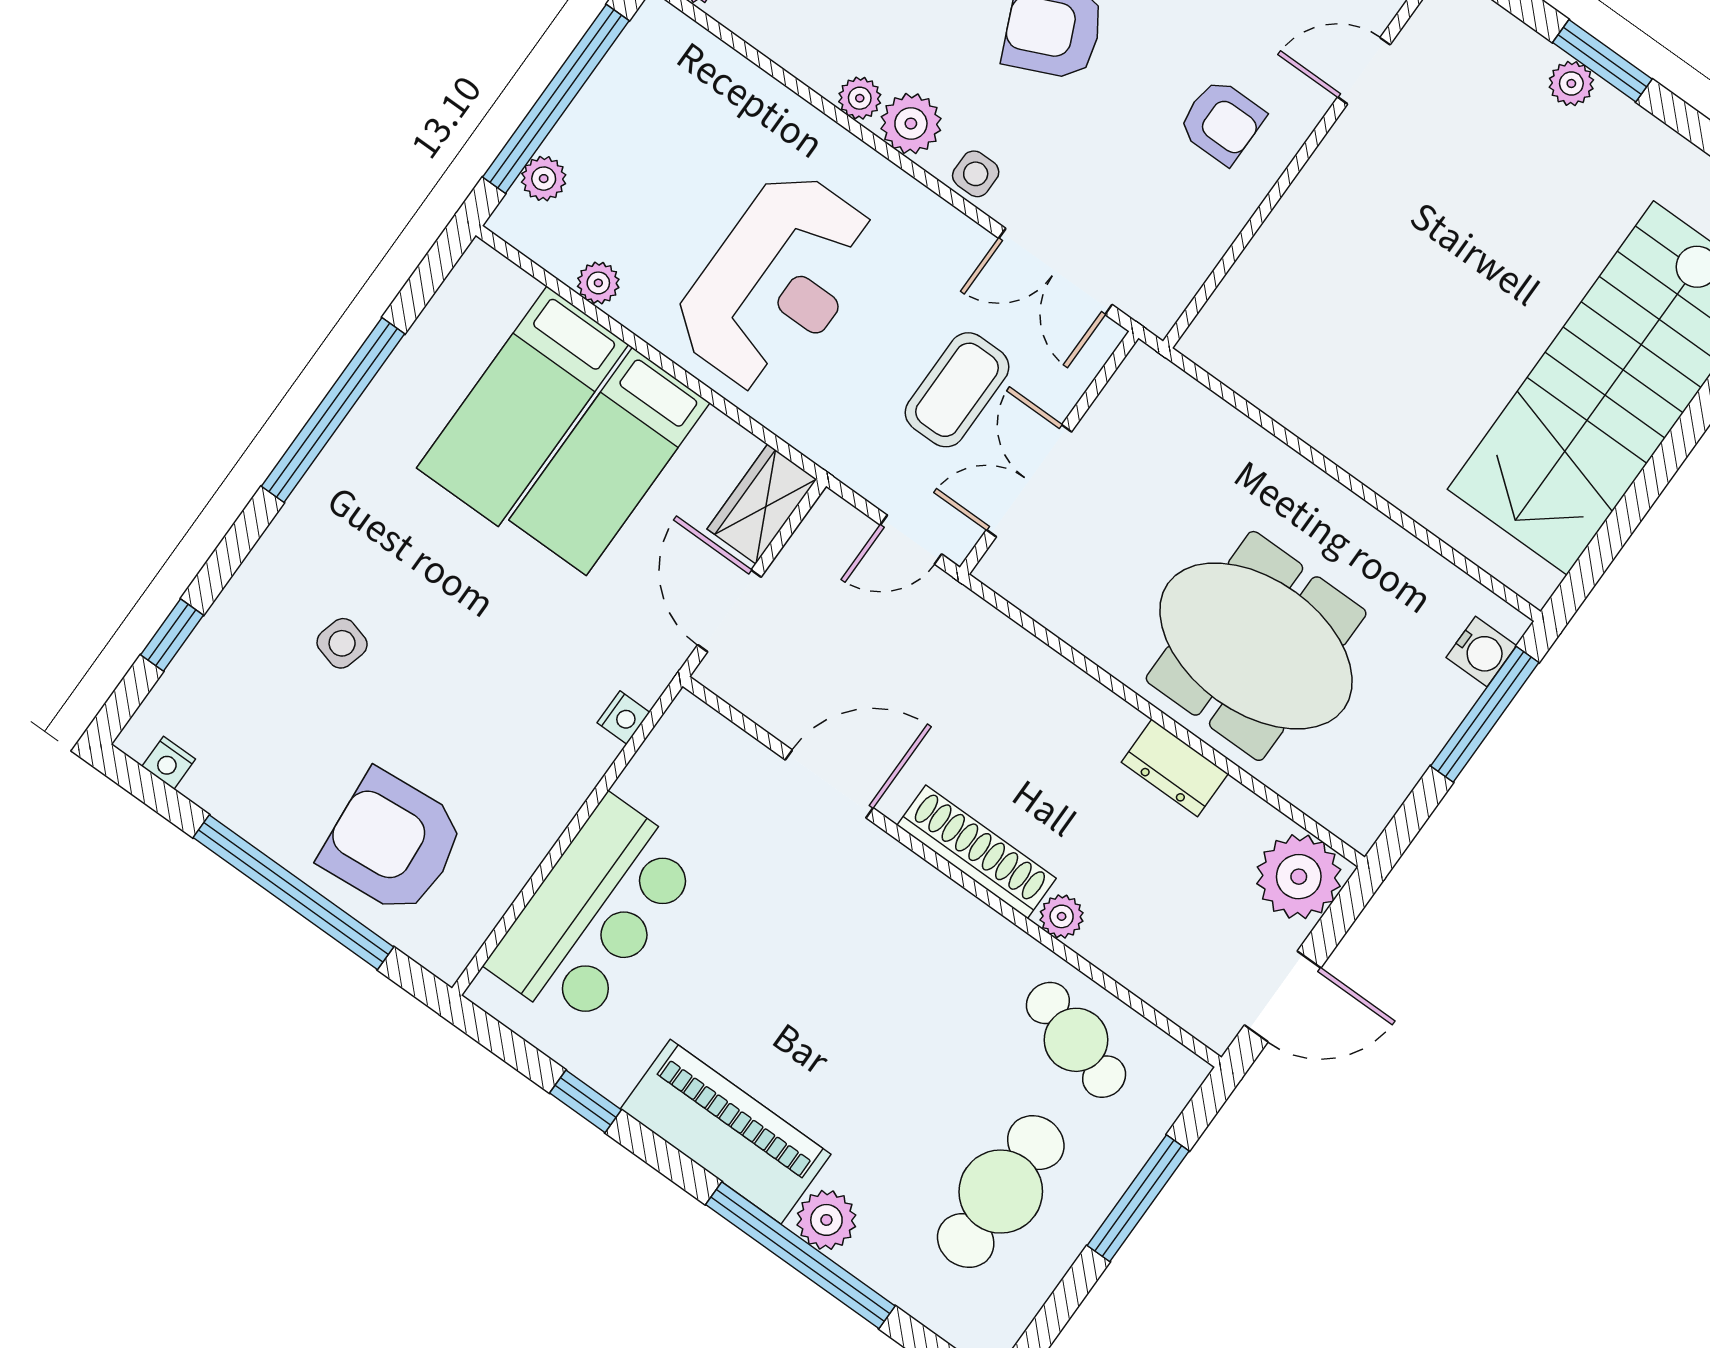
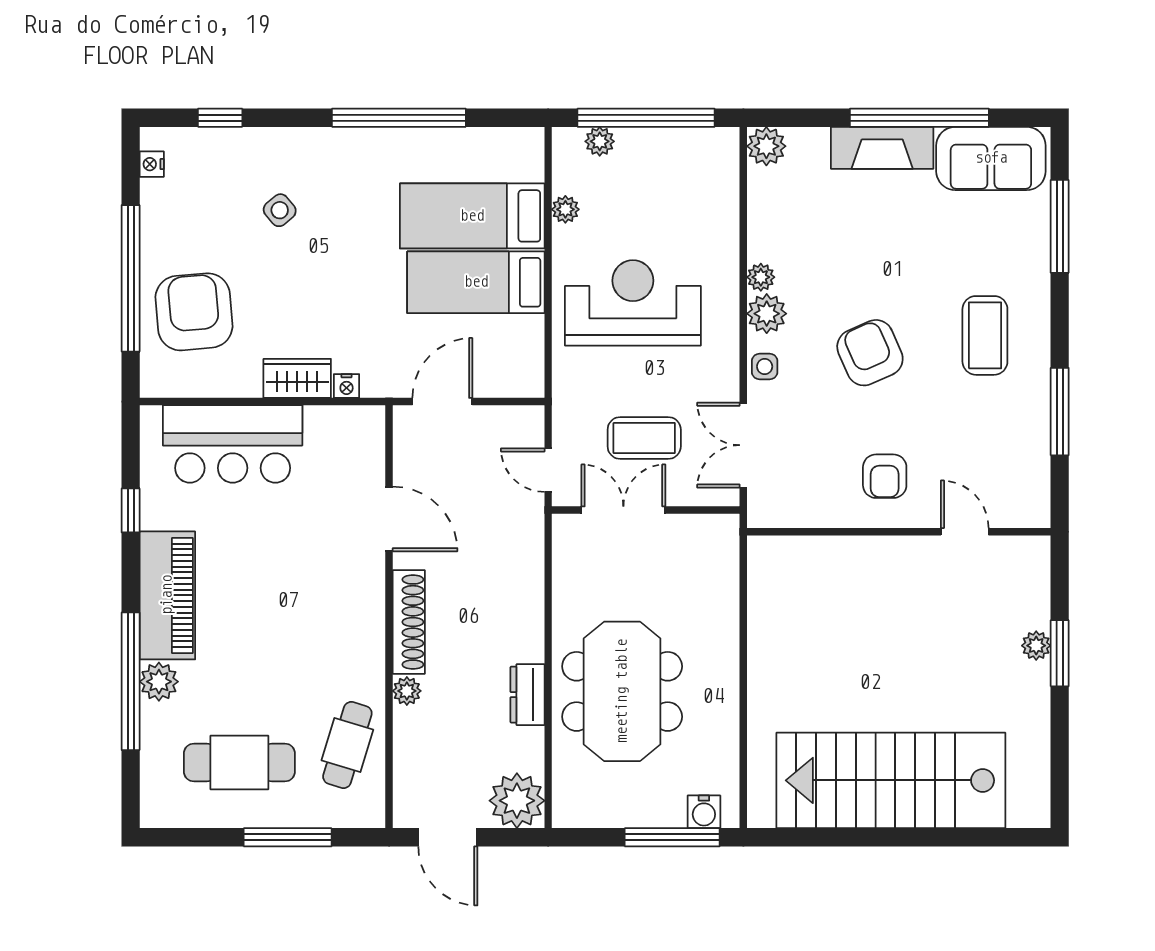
reception desk: (777, 282) -> (633, 303), turned 180
wardrobe: (762, 504) -> (297, 378), moved
side table: (342, 643) -> (280, 210), turned 35

